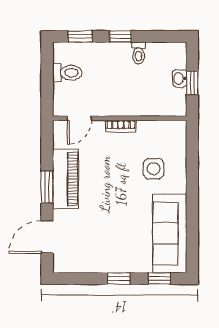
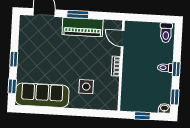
window: (80, 36) -> (175, 97), moved
toilet: (139, 53) -> (165, 68), moved
toilet: (67, 73) -> (166, 33), moved
washbasin: (180, 78) -> (164, 108), moved

